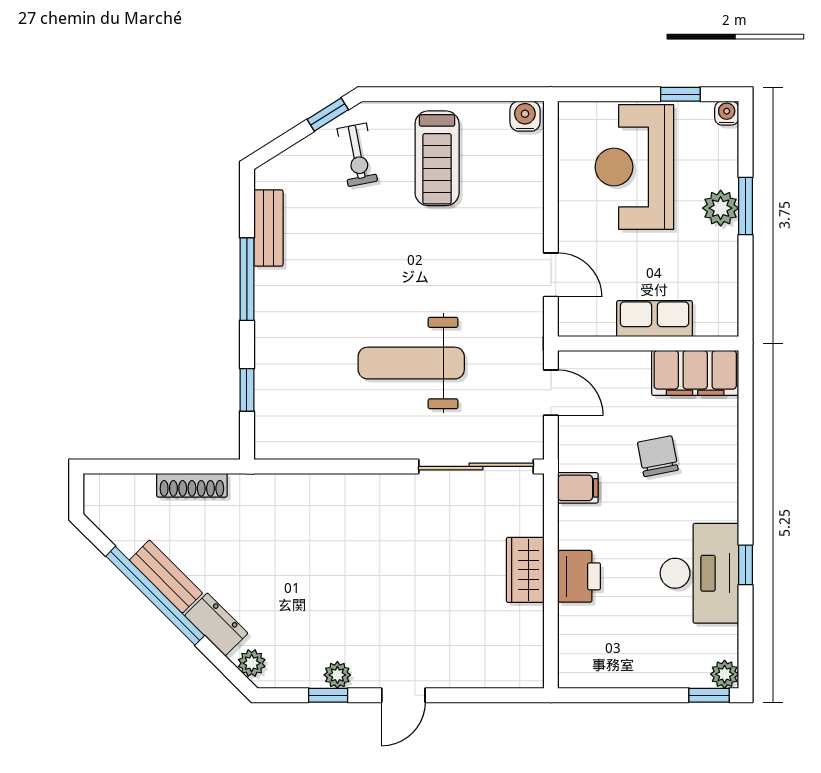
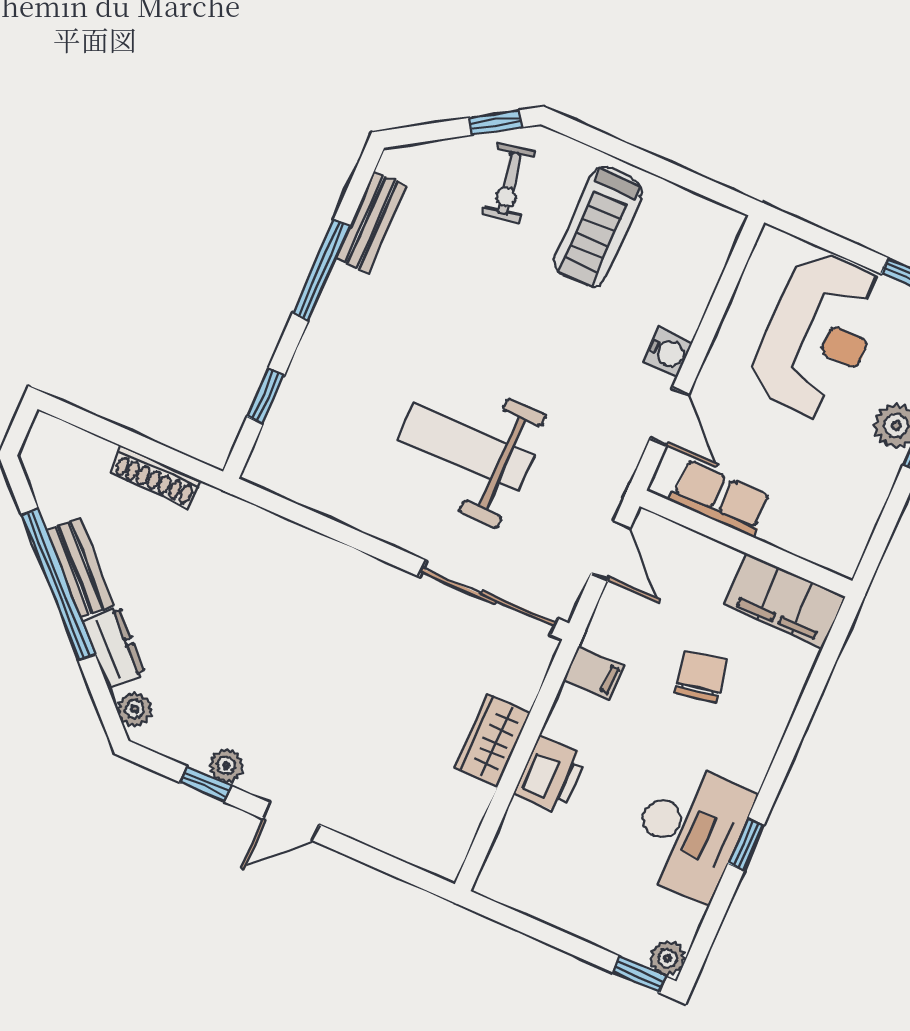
water cooler: (525, 116) -> (668, 352), moved, turned 90
reception desk: (634, 167) -> (818, 336), turned 180
row of seats: (654, 319) -> (720, 498), moved

